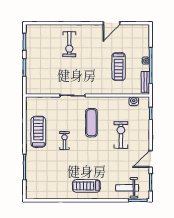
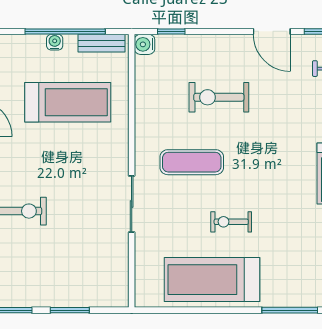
treadmill: (119, 67) -> (68, 102), width x1.37, depth x1.38
water cooler: (134, 101) -> (145, 44), moved
treadmill: (38, 132) -> (212, 280), width x1.37, depth x1.38

